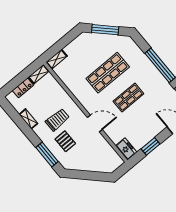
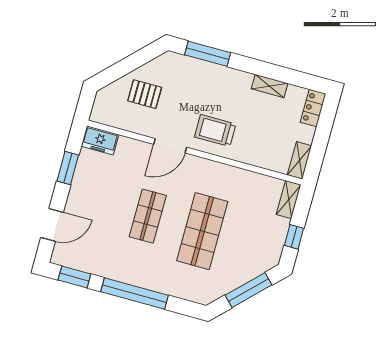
window: (66, 40) -> (294, 237), added
locker: (23, 88) -> (313, 108), moved
trolley: (57, 120) -> (215, 130), moved, turned 90
pallet: (65, 141) -> (145, 94), moved

